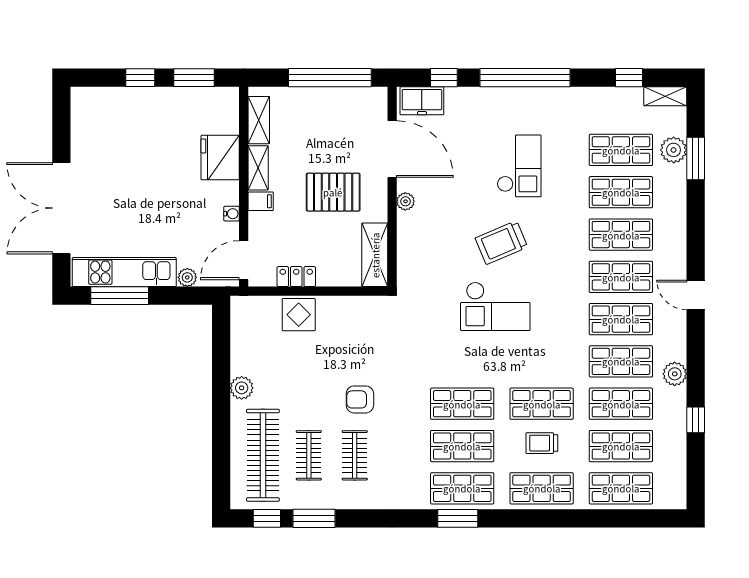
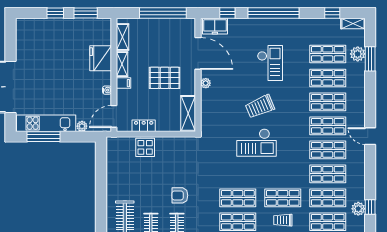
plant: (675, 374) -> (358, 209), moved
plant: (242, 388) -> (113, 189), removed

